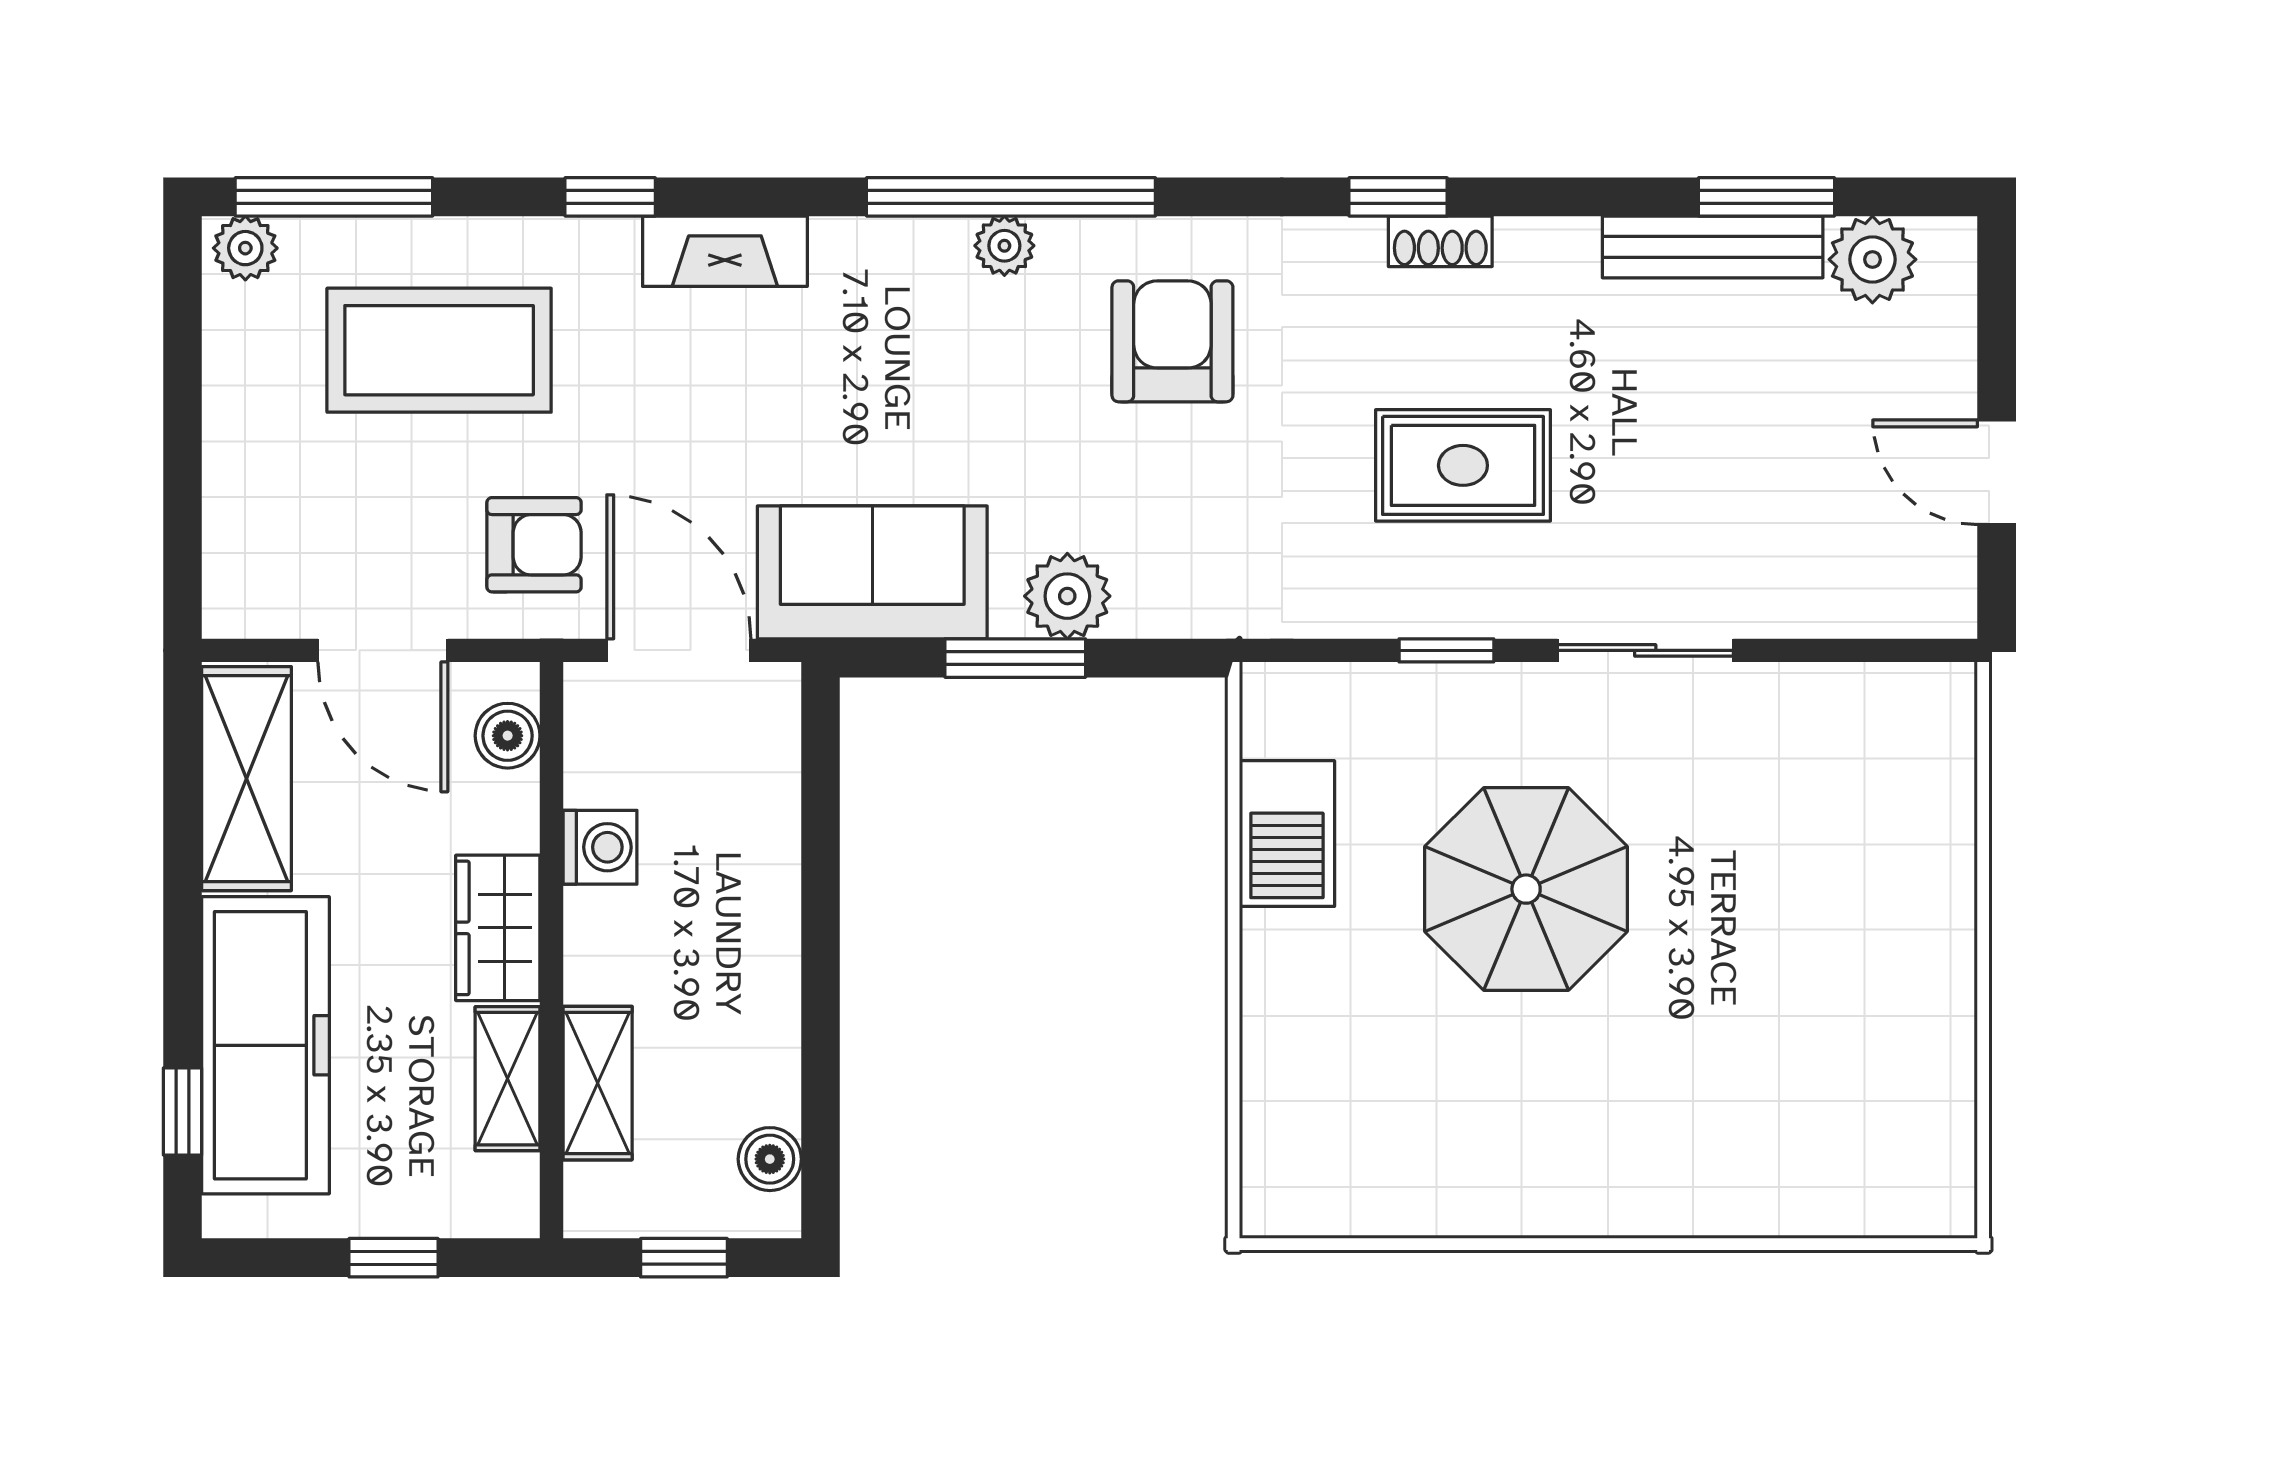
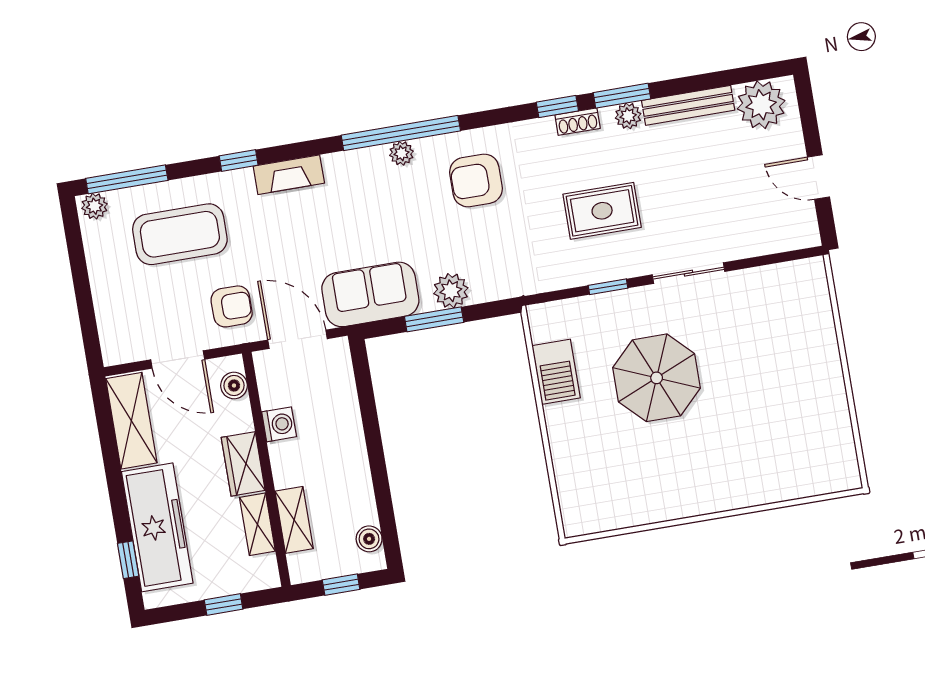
window: (1767, 197) -> (622, 96), moved
plant: (1564, 248) -> (628, 116), added
plant: (1872, 259) -> (761, 105), width x1.36, depth x1.36
armchair: (1172, 341) -> (476, 180), turned -90

